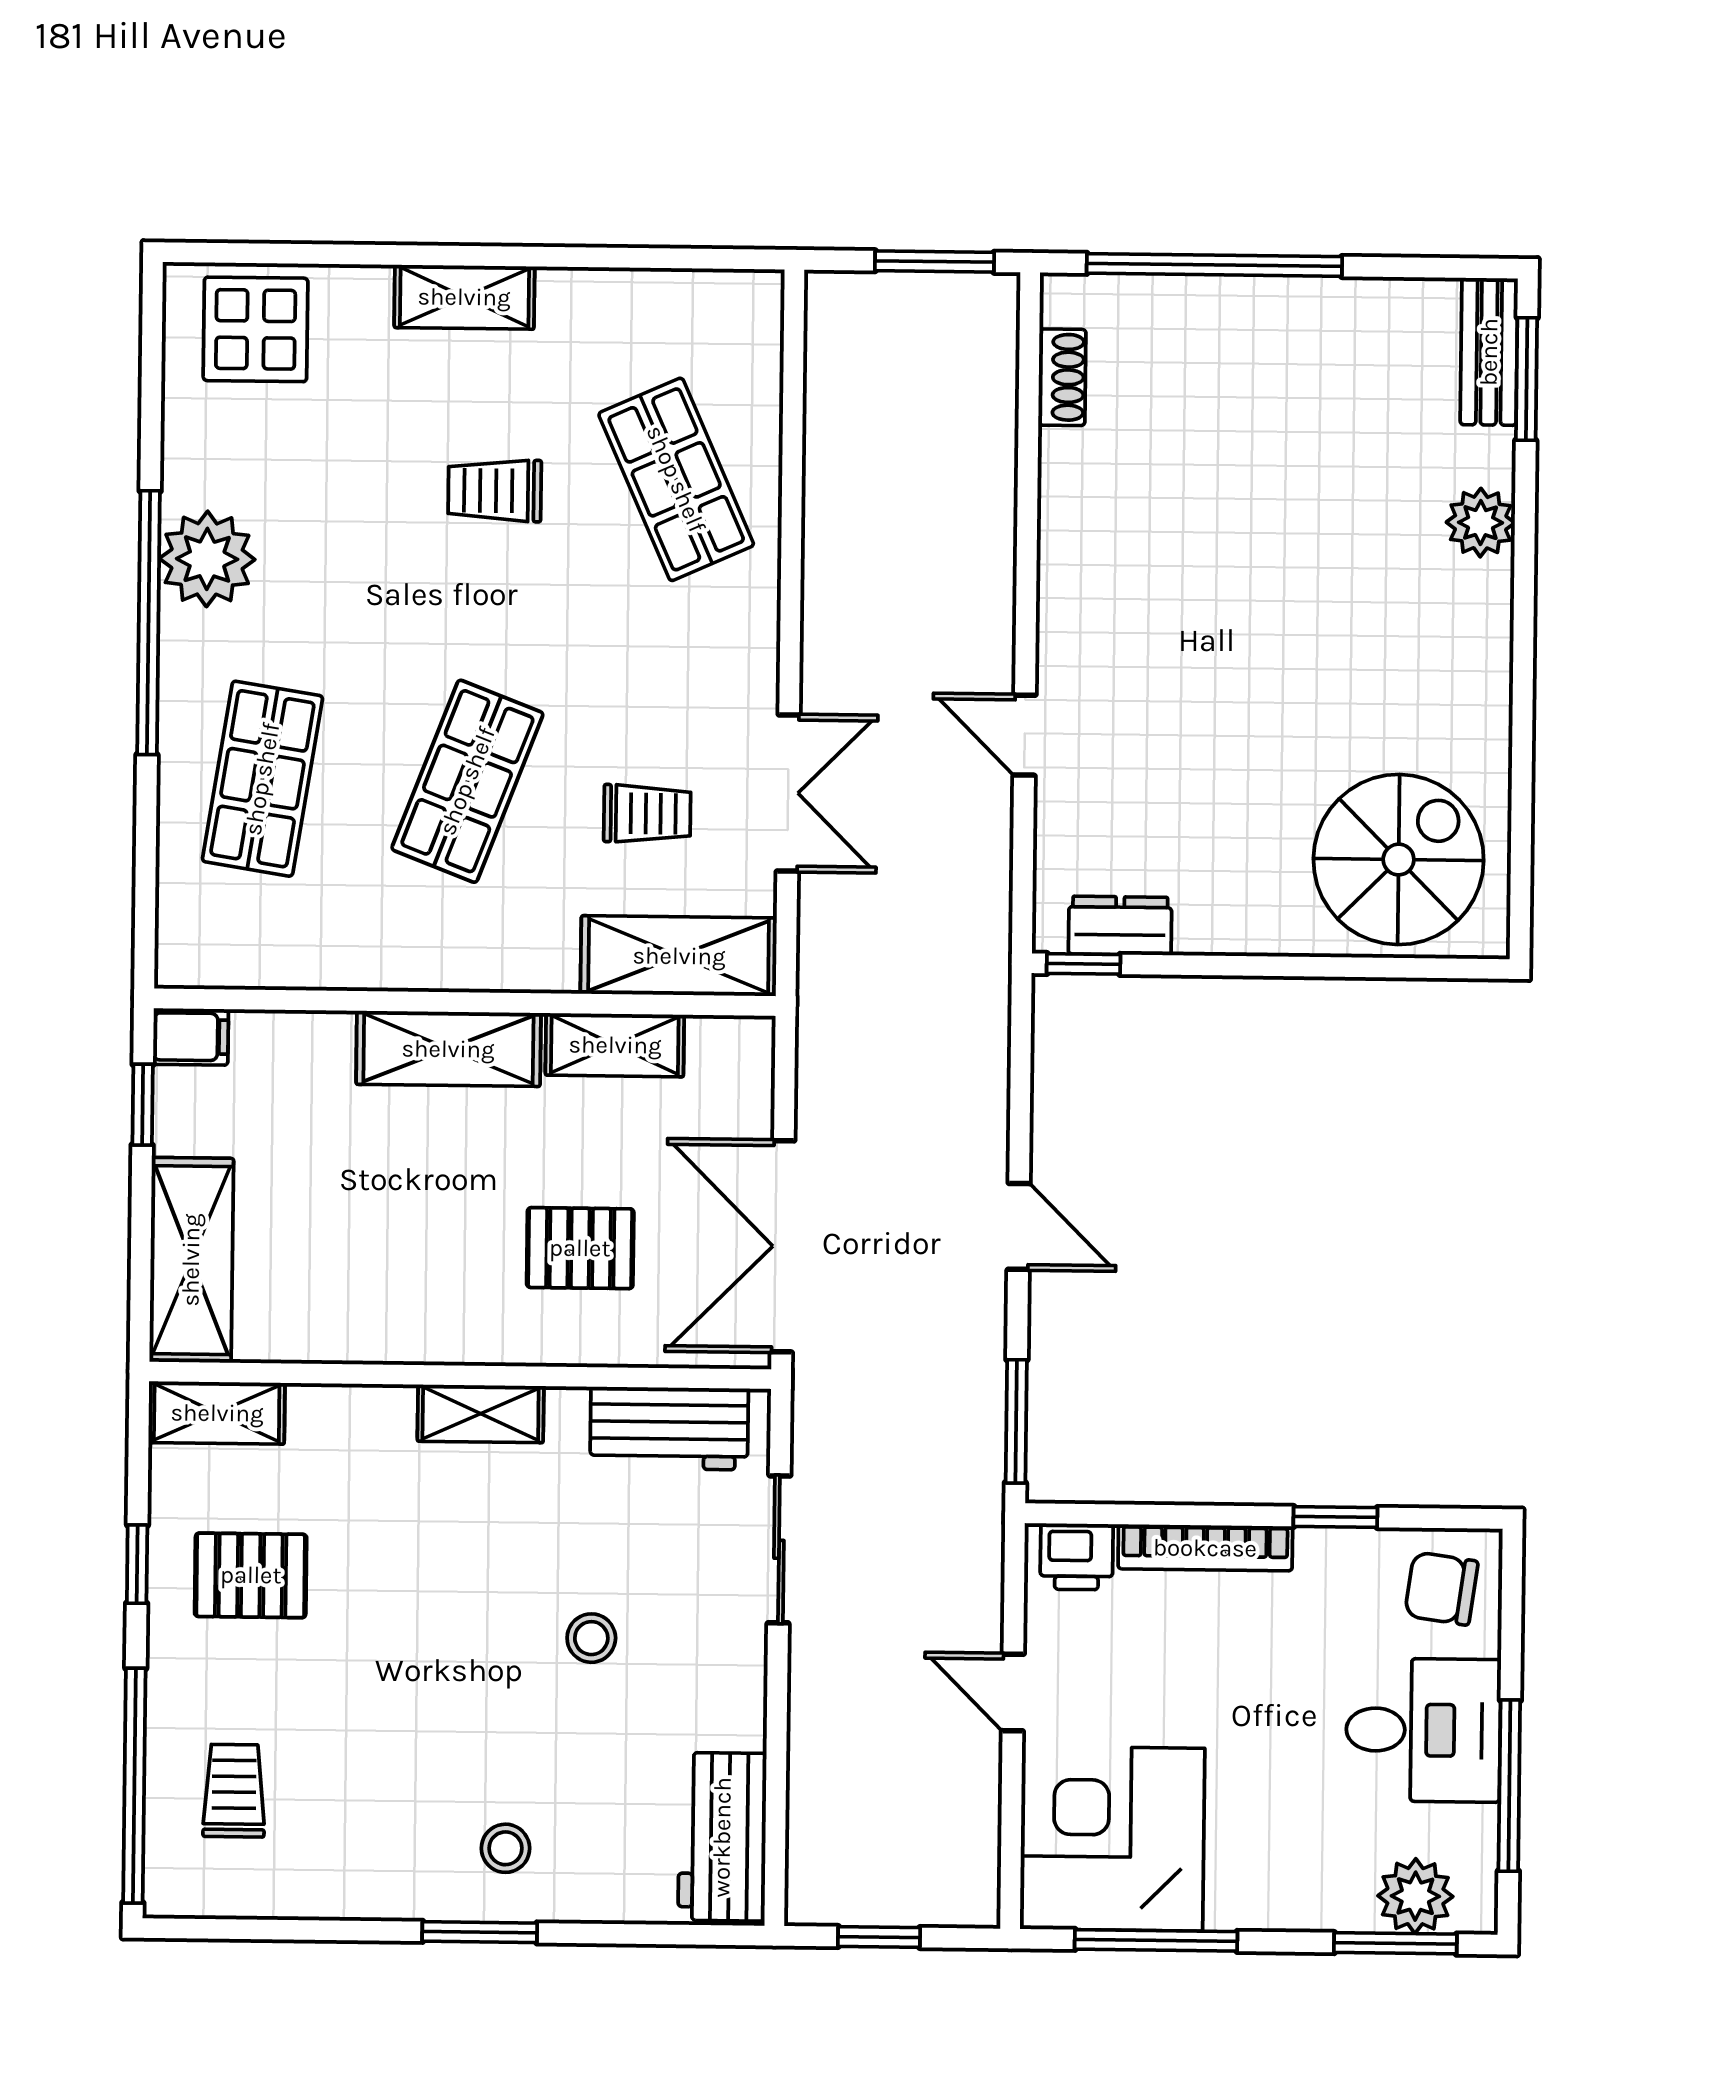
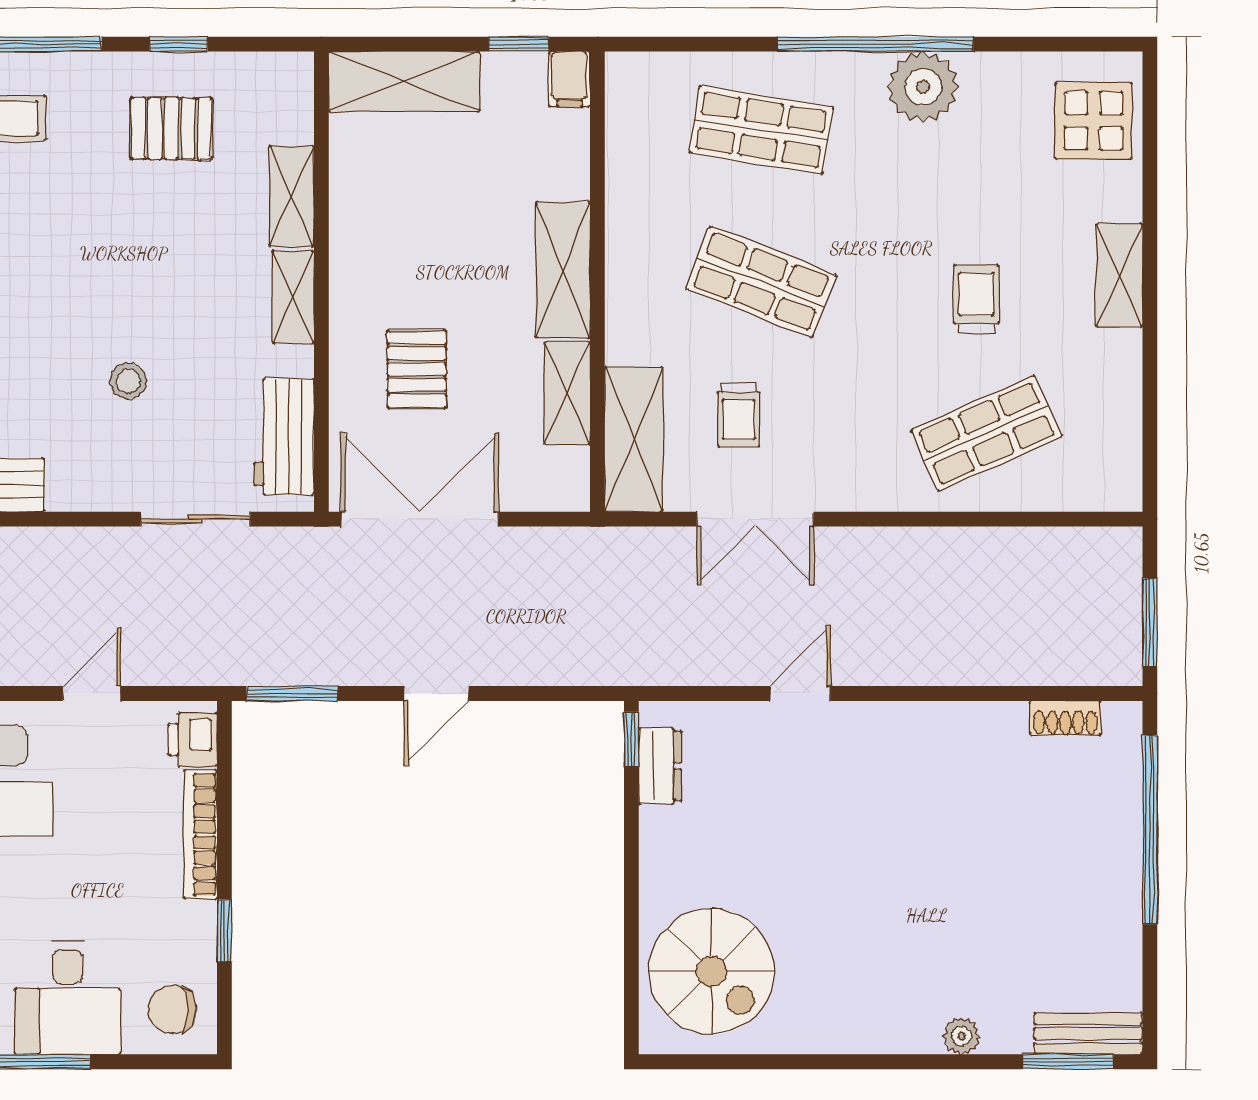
plant: (1481, 523) -> (962, 1036), width x0.73, depth x0.73
shelving: (217, 1413) -> (291, 196), moved
pallet: (251, 1575) -> (171, 128), turned 90
chair: (1441, 1589) -> (172, 1010), turned -99

